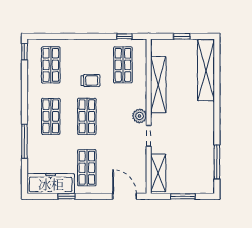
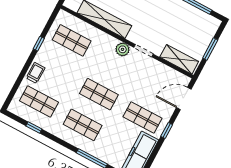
window: (124, 36) -> (39, 44), moved
window: (24, 52) -> (34, 128), moved
trolley: (90, 81) -> (36, 73), moved
window: (67, 196) -> (167, 131), moved

